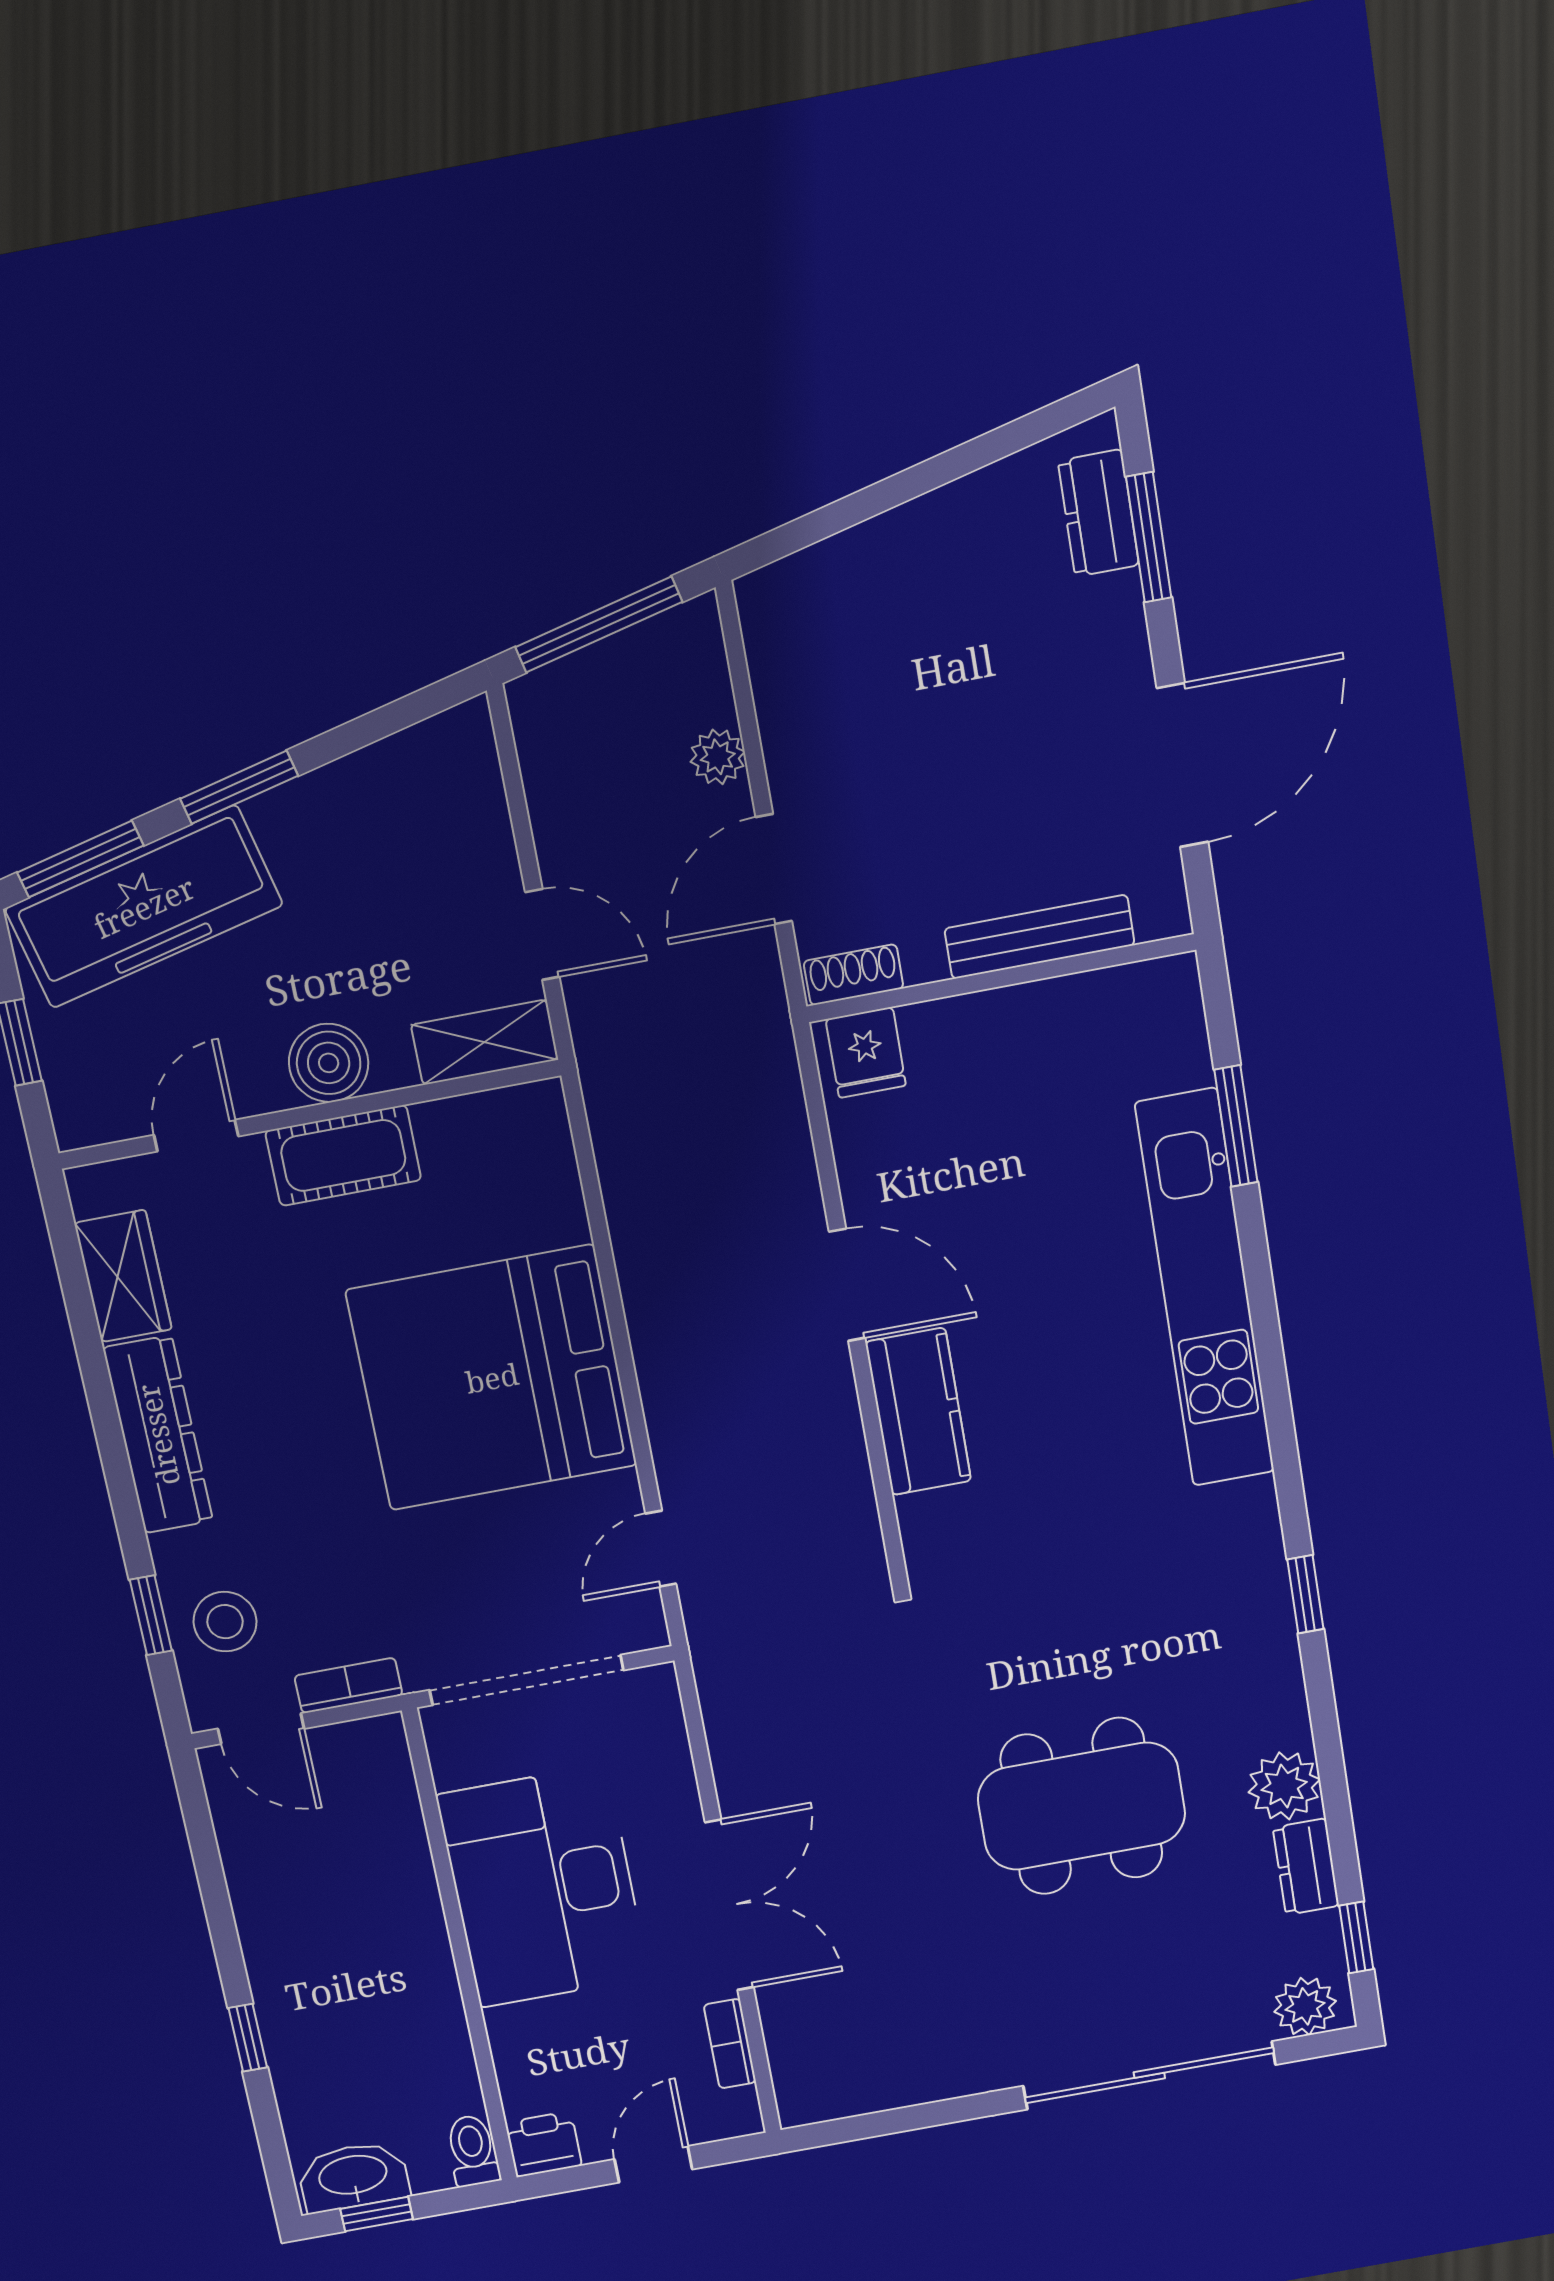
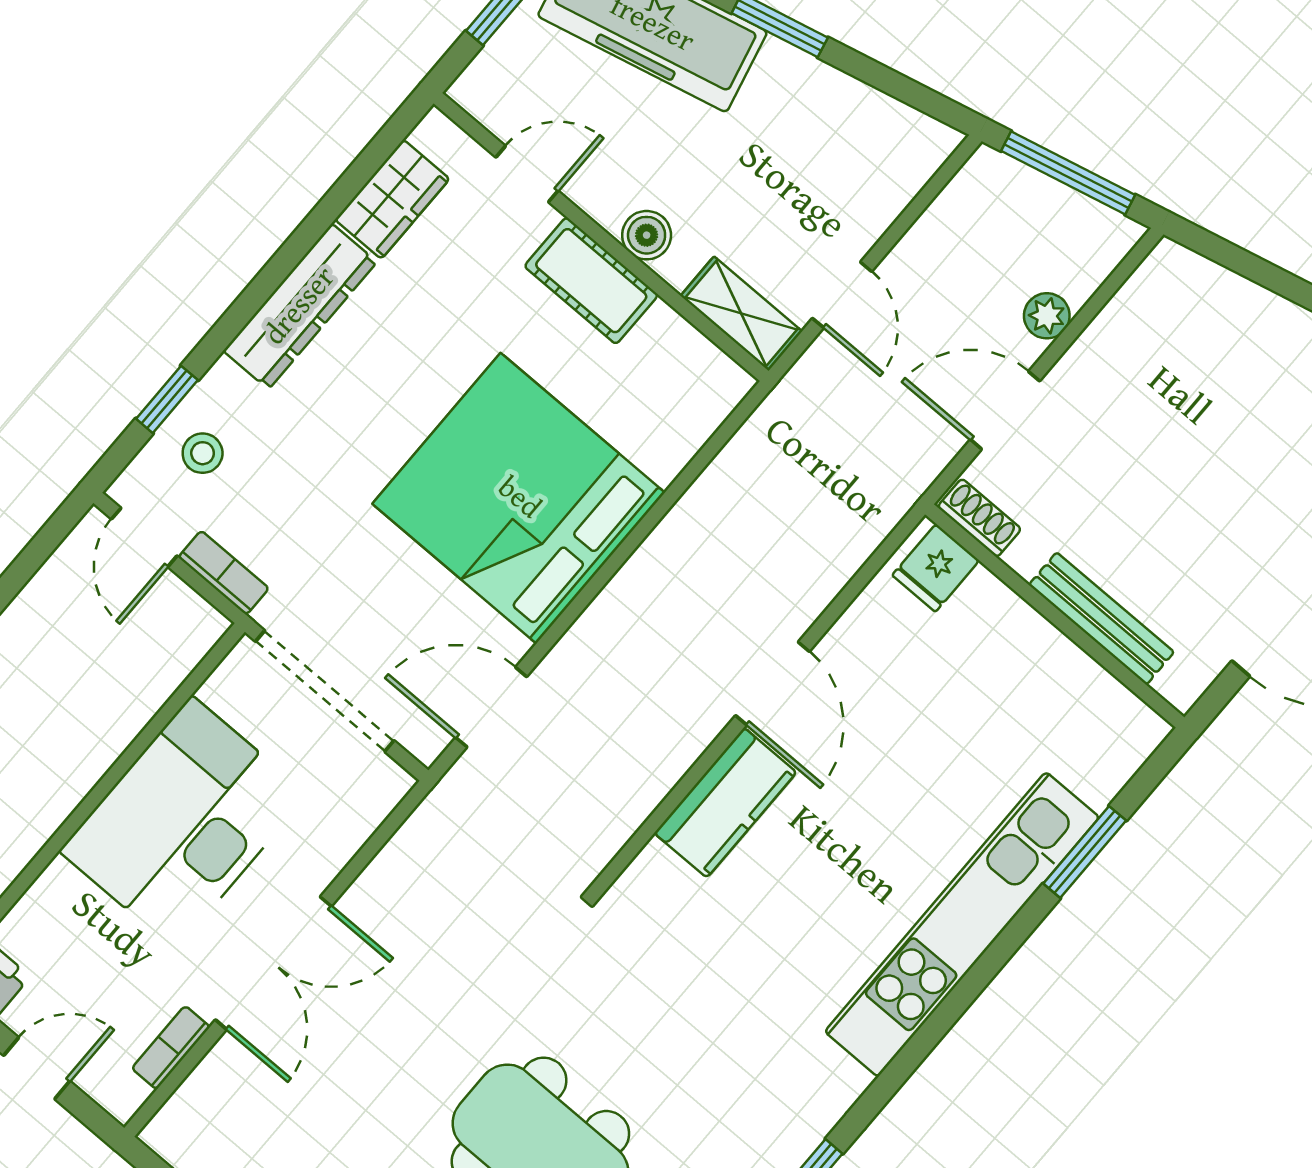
boiler: (329, 1063) -> (647, 235), width x0.73, depth x0.73
door: (661, 1549) -> (491, 707), width x1.37
stool: (225, 1622) -> (203, 453), width x0.73, depth x0.73

